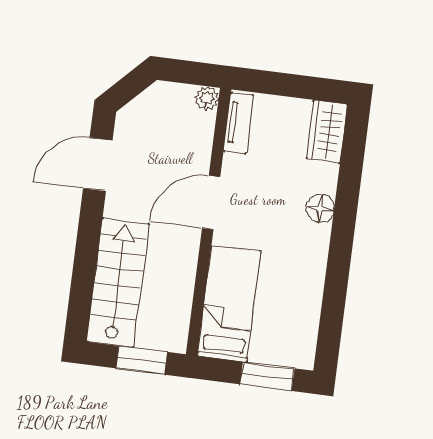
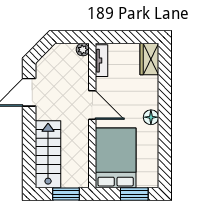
door: (211, 202) -> (92, 105), swing flipped
floor lamp: (320, 208) -> (151, 117), moved
bed: (229, 304) -> (116, 158), width x1.50

